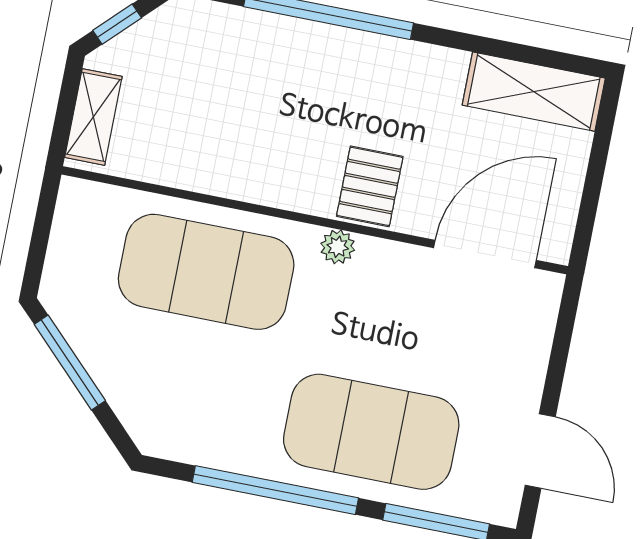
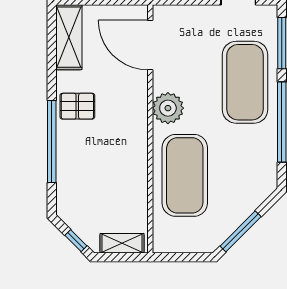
pallet: (370, 186) -> (77, 106), moved
plant: (338, 247) -> (168, 108), width x1.88, depth x1.88

